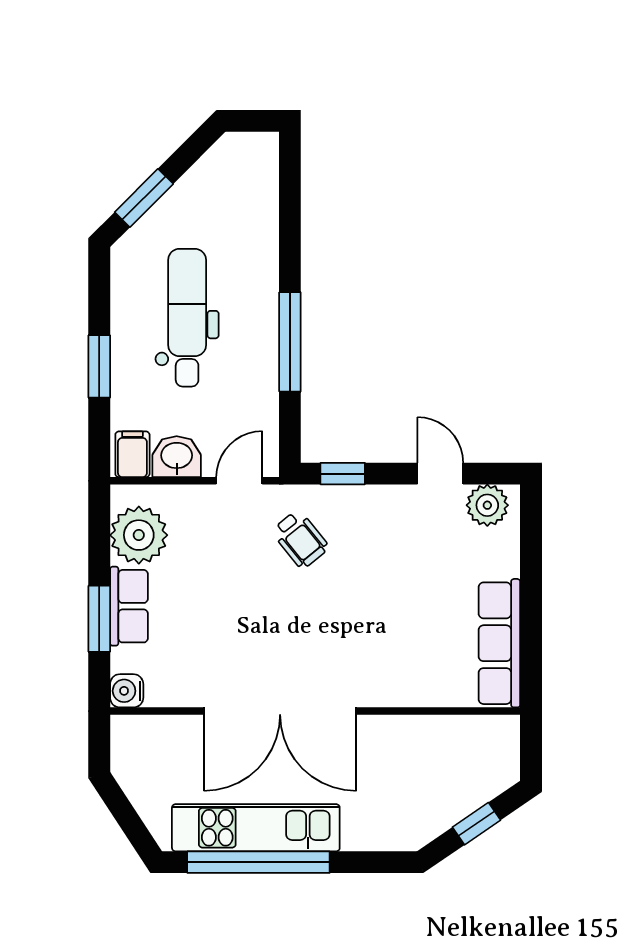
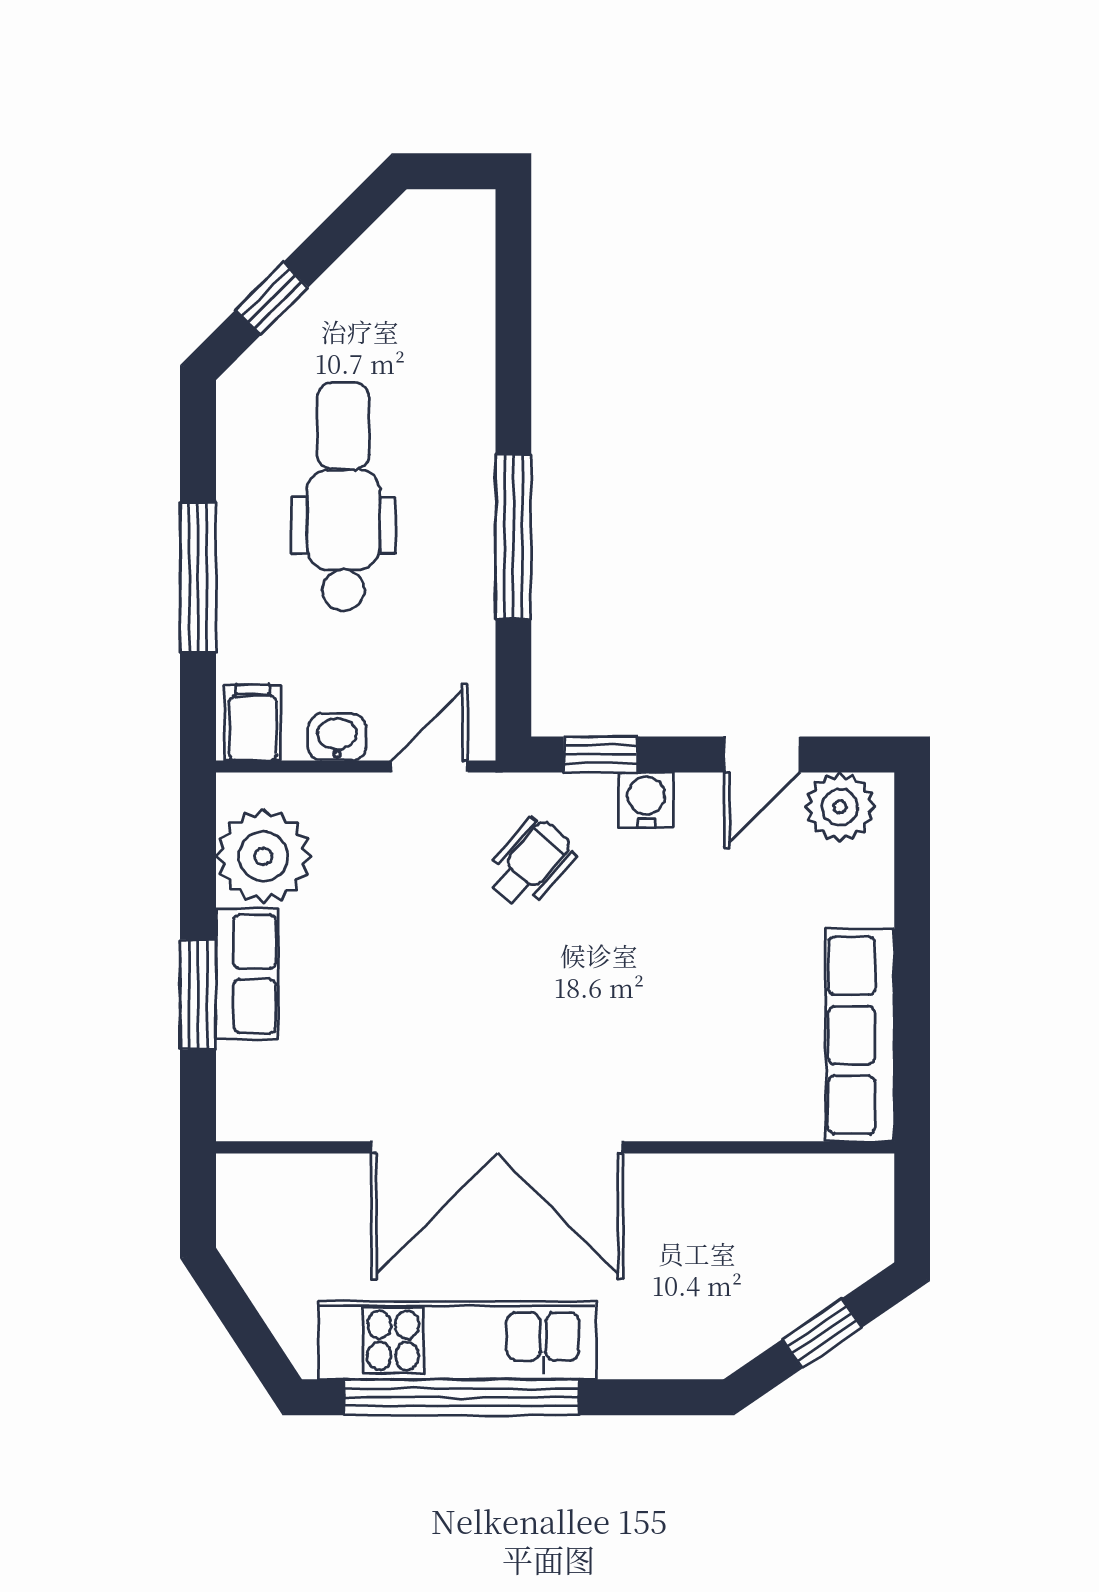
window: (144, 198) -> (272, 299), width x0.67
window: (99, 366) -> (198, 577), width x1.44
washbasin: (177, 457) -> (337, 737), width x0.72, depth x0.69
door: (440, 474) -> (762, 755), swing flipped
wheelchair: (300, 539) -> (530, 863), turned -100
water cooler: (127, 691) -> (646, 800), moved, turned 90

